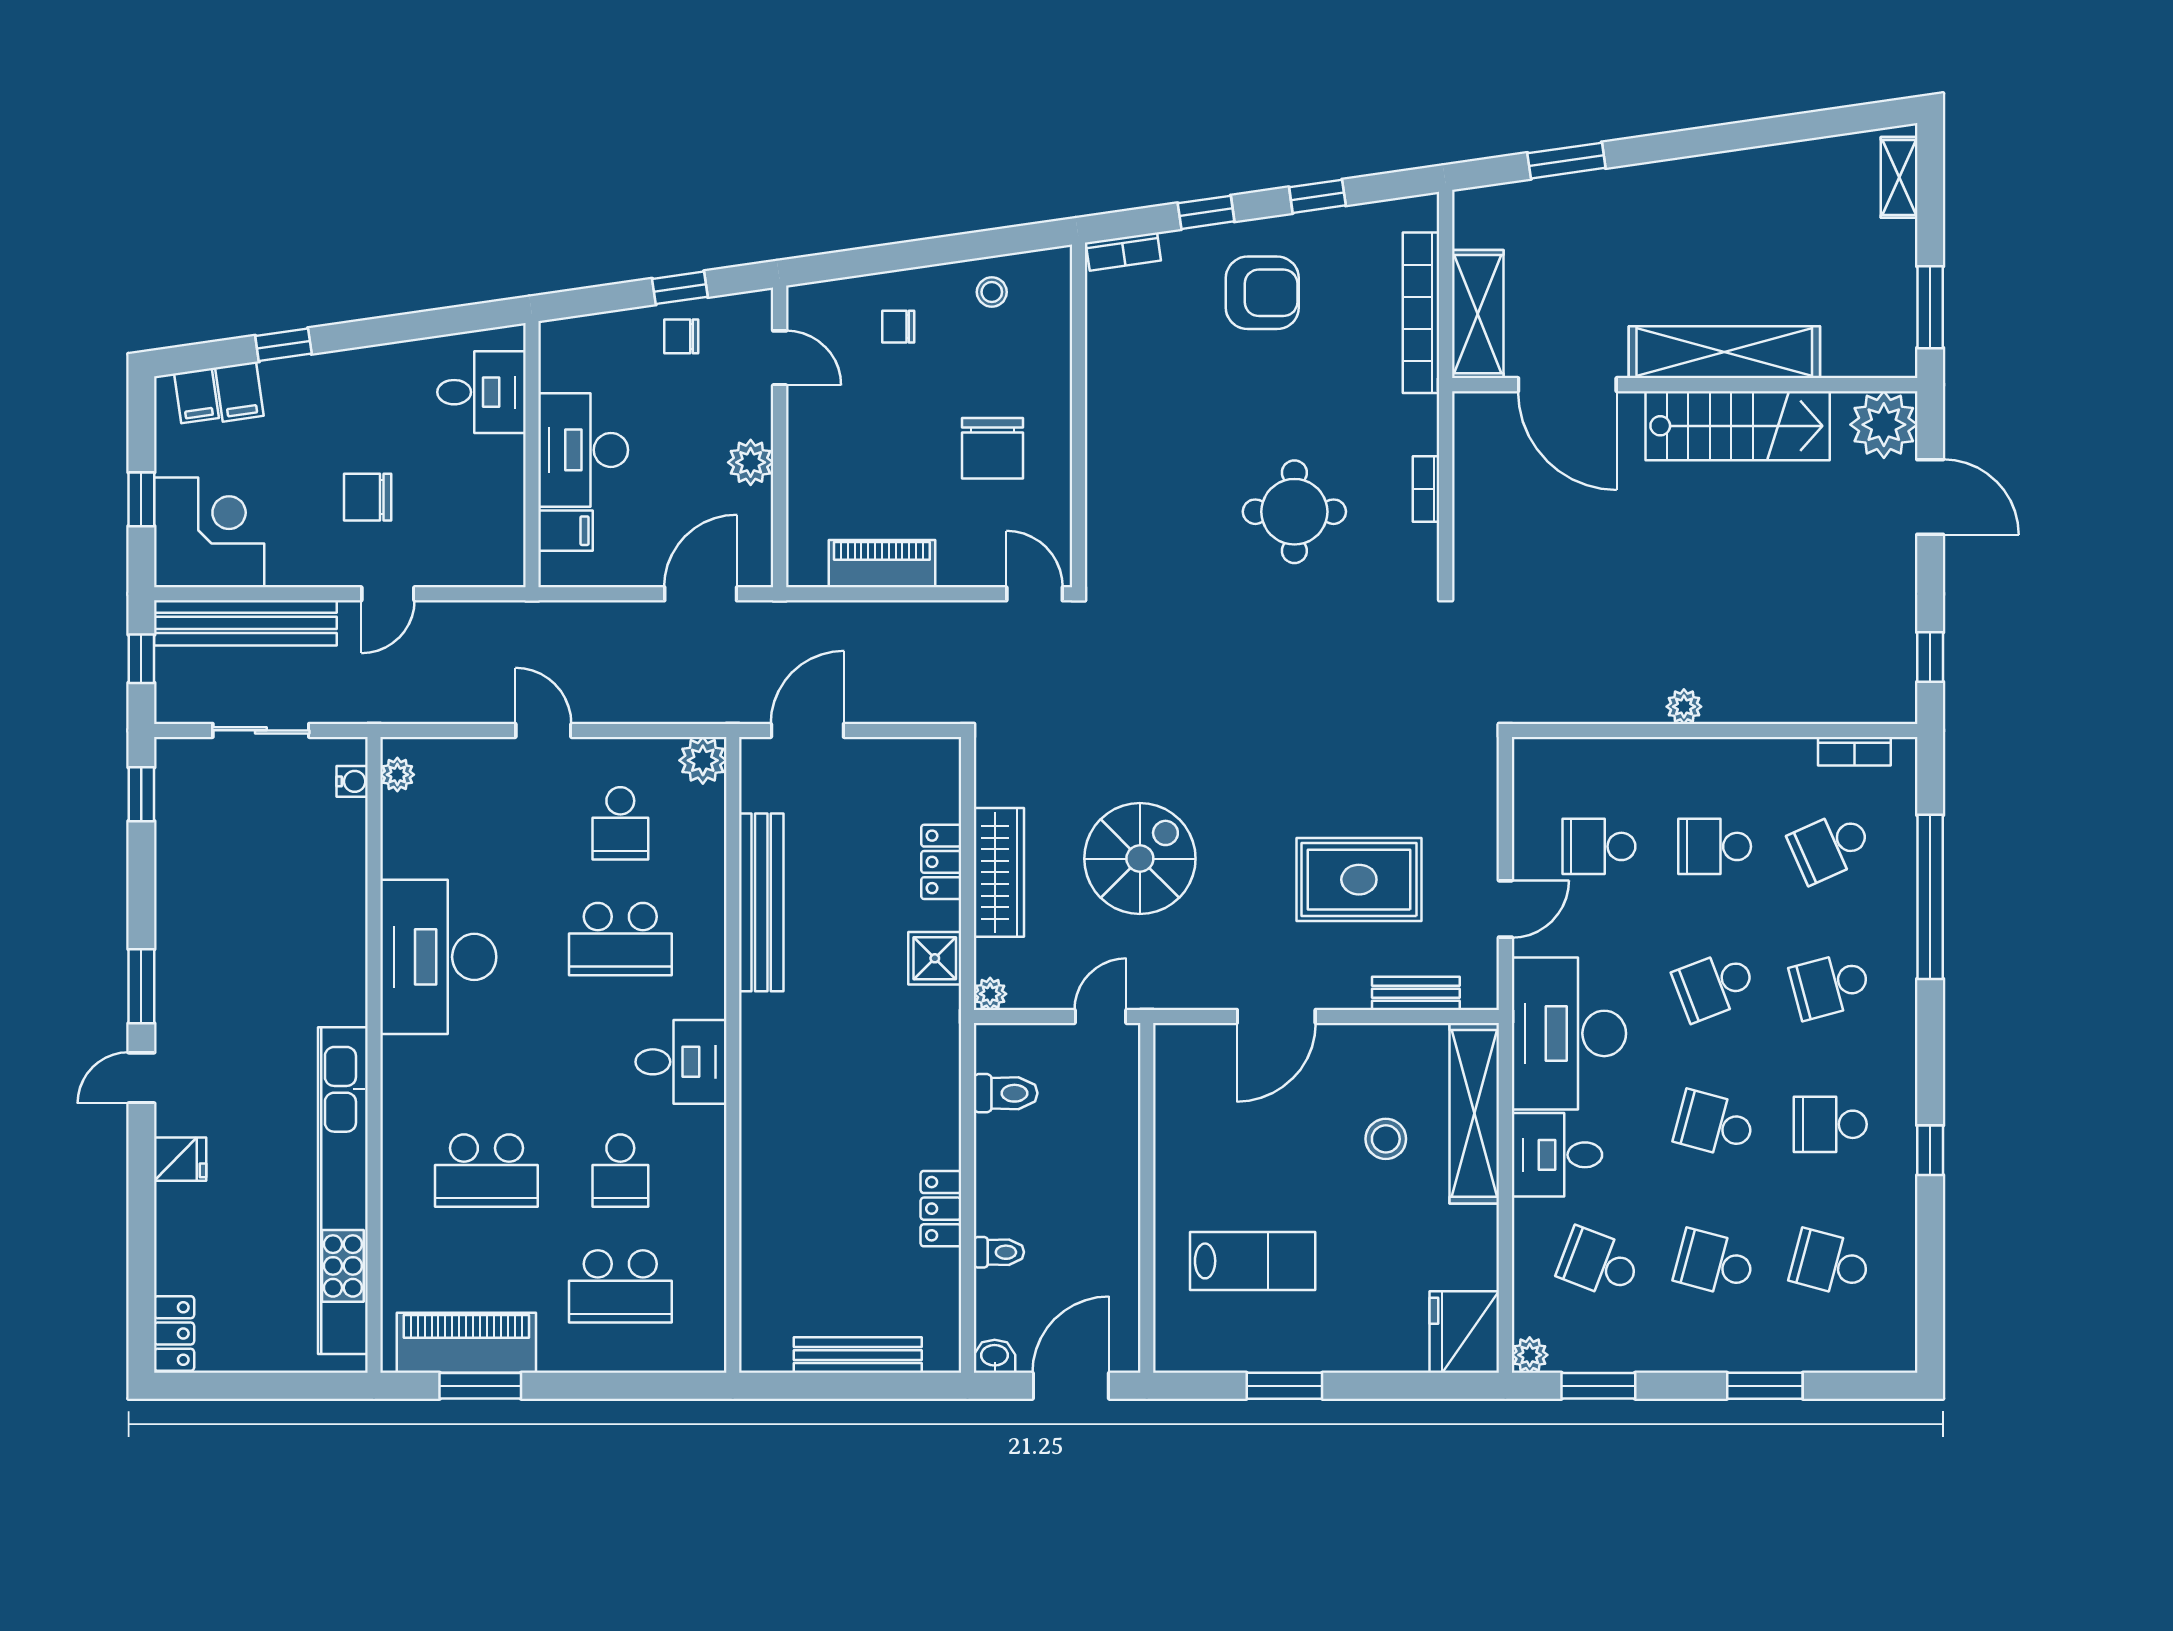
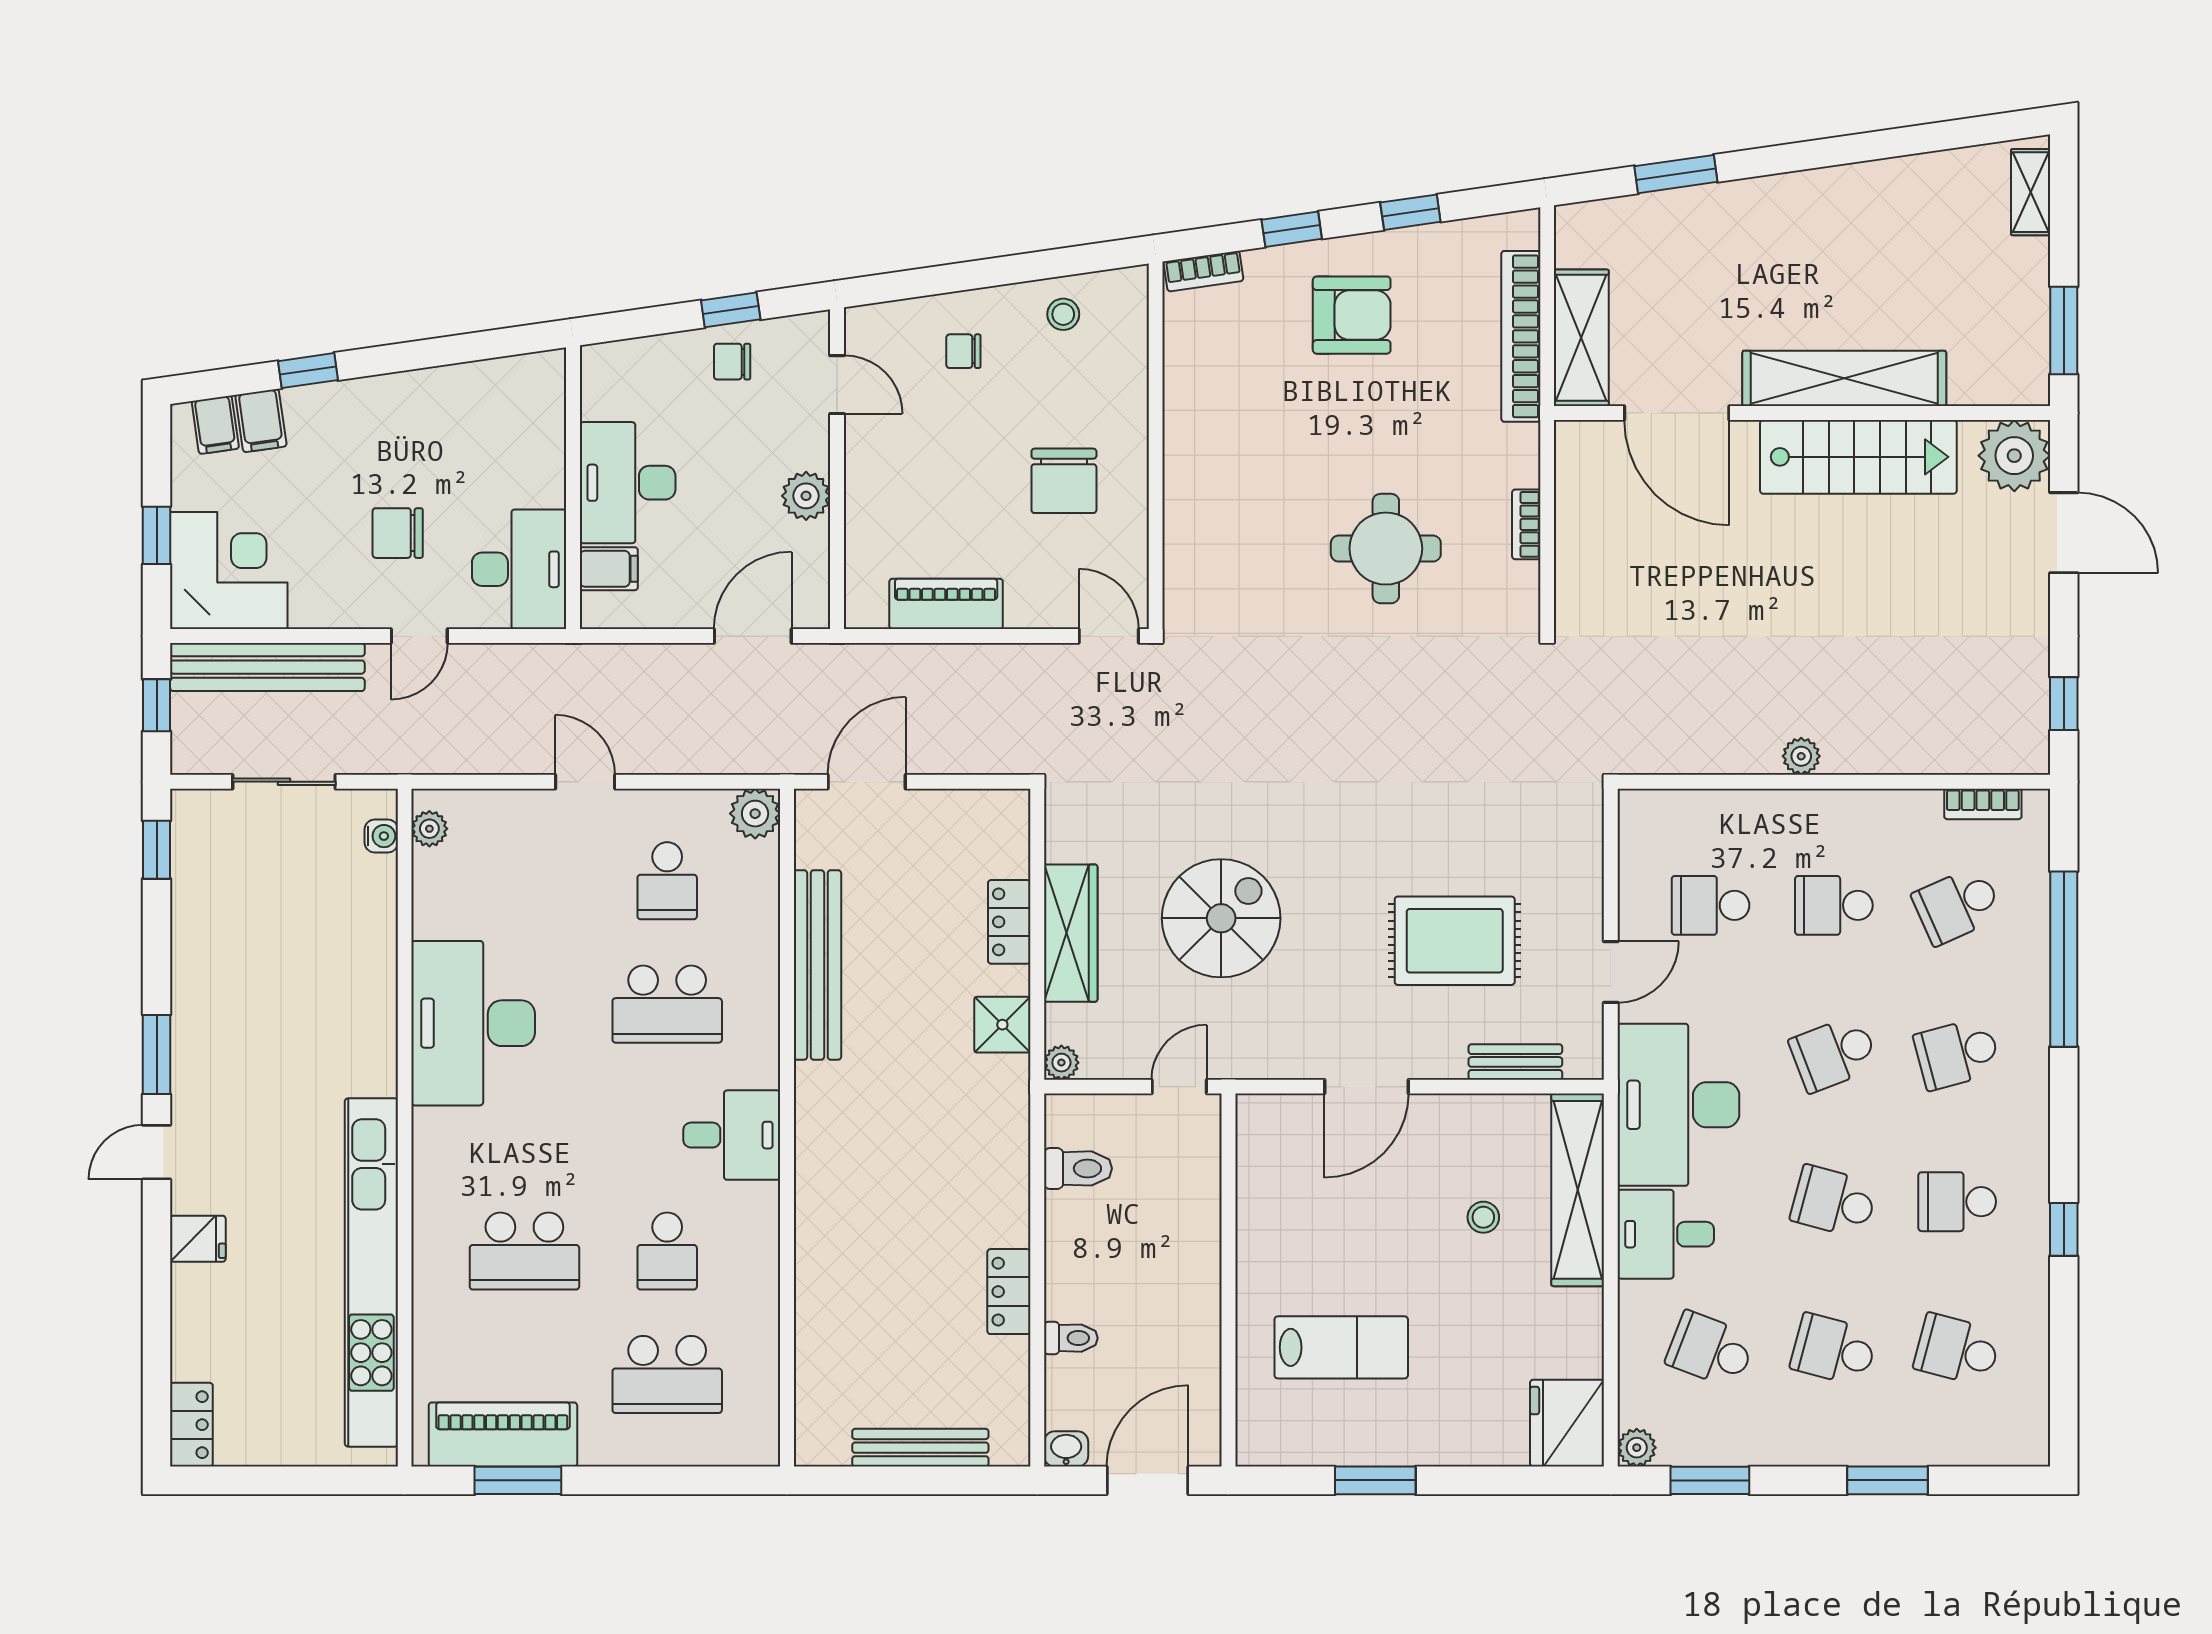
desk: (481, 392) -> (519, 569), moved, width x1.37
stool: (1386, 1139) -> (1483, 1217), width x0.73, depth x0.73

